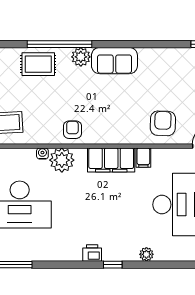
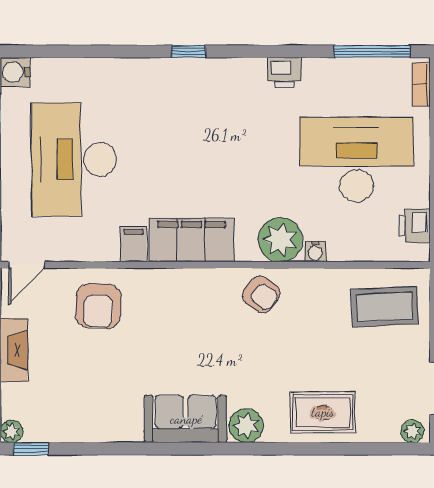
window: (59, 44) -> (285, 449), removed
armchair: (72, 130) -> (261, 294), turned -52
printer: (92, 253) -> (284, 72), moved
plant: (146, 254) -> (128, 70), removed

